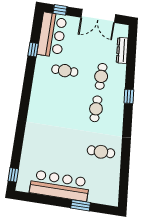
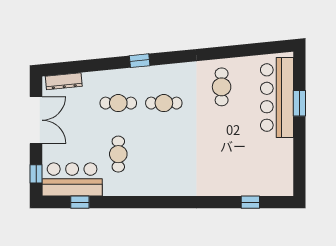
window: (33, 50) -> (80, 202), moved
dresser: (122, 50) -> (64, 81), moved
window: (13, 175) -> (250, 202), moved
bar counter: (60, 186) -> (277, 98), moved

